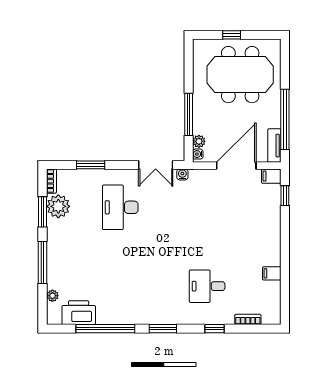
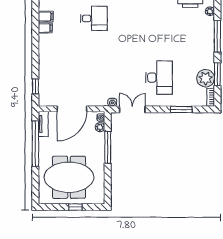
filing cabinet: (271, 176) -> (46, 17), moved

